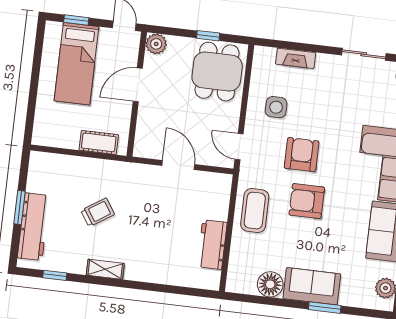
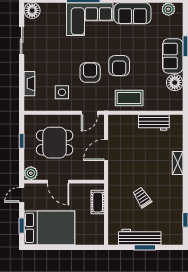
bed: (77, 64) -> (49, 228), width x1.50
dining table: (217, 72) -> (55, 143), moved
armchair: (302, 155) -> (90, 72), turned 90
workbench: (34, 227) -> (140, 237), moved
shelving: (105, 269) -> (178, 163), moved

